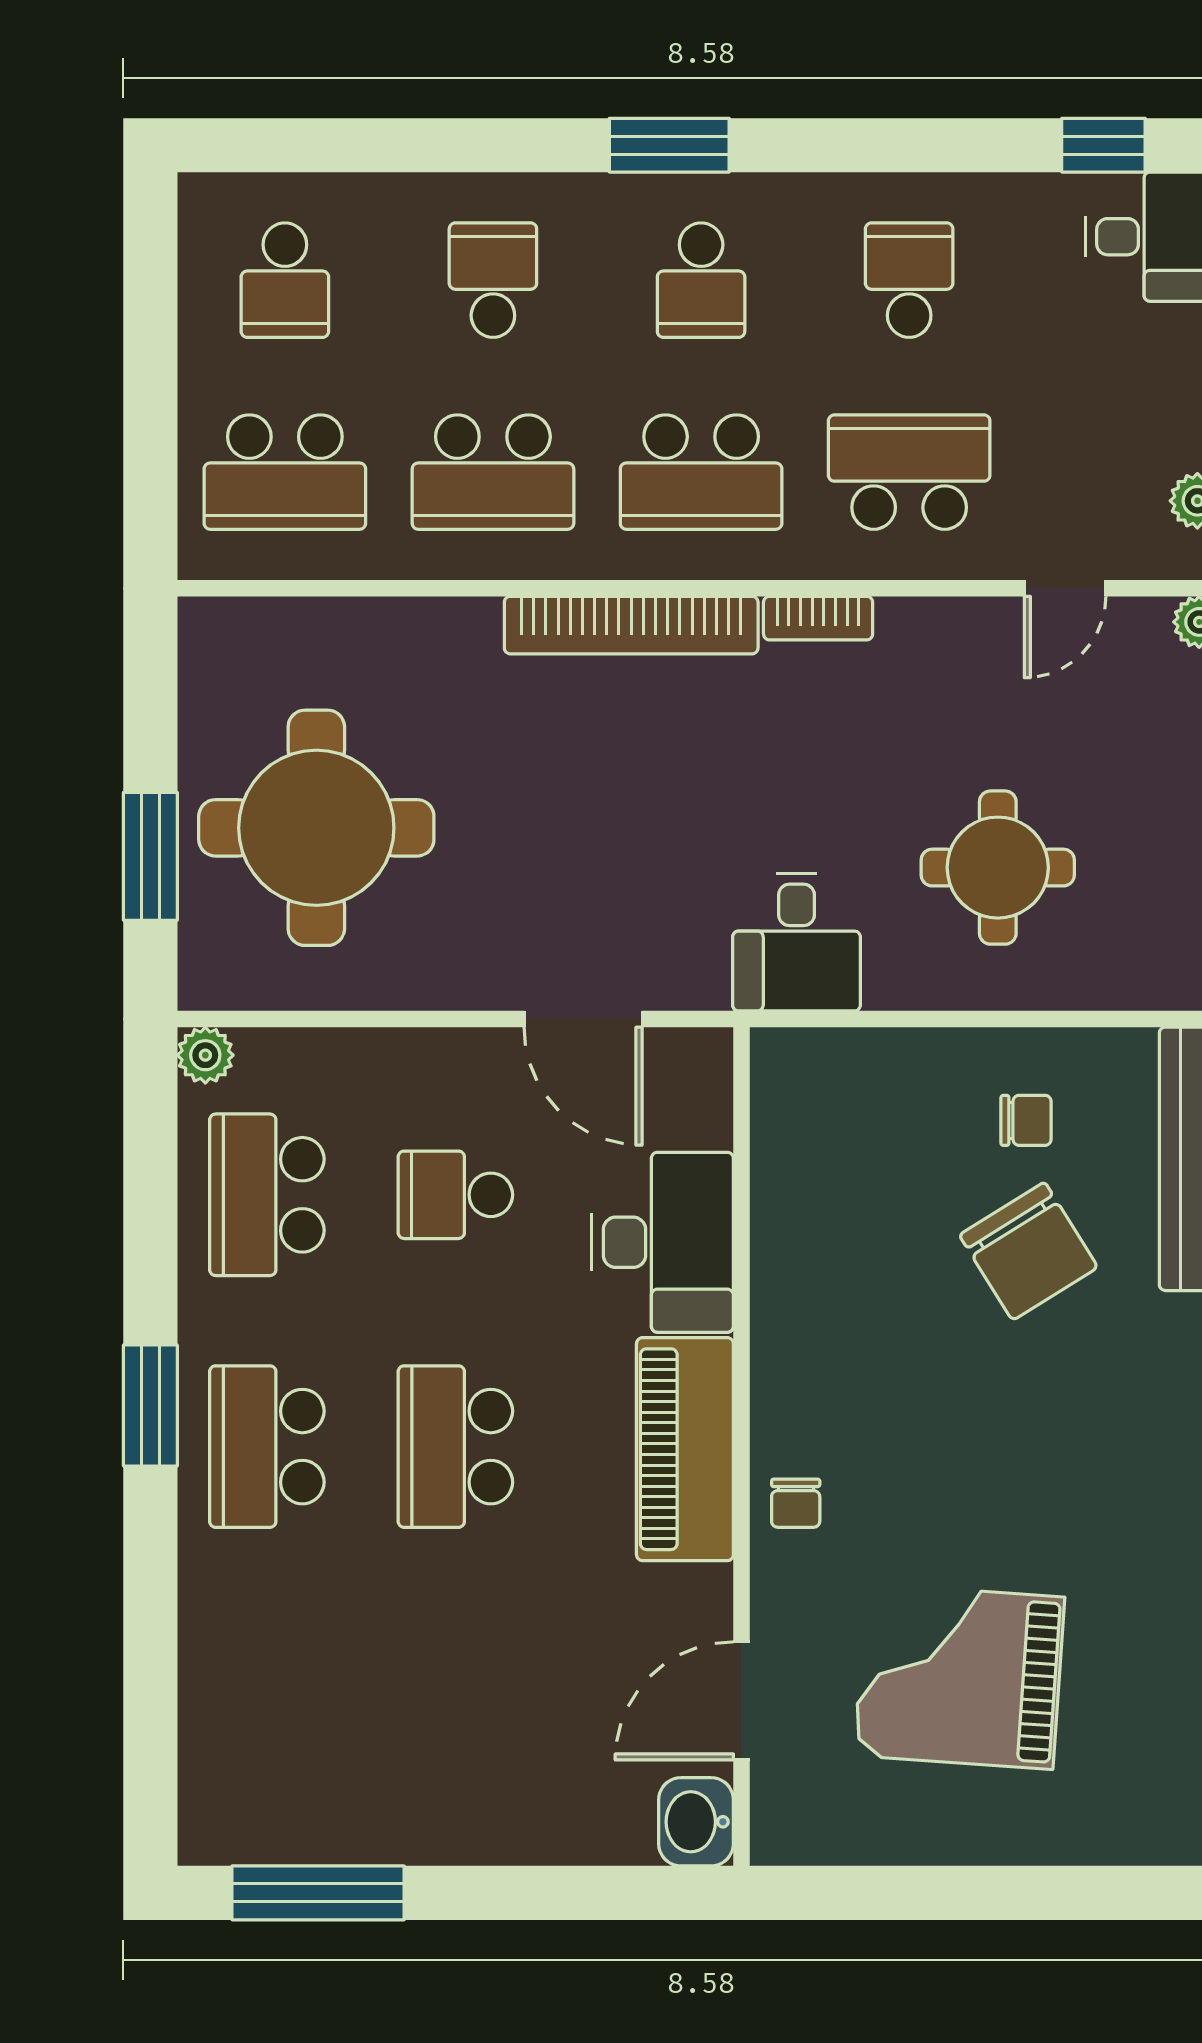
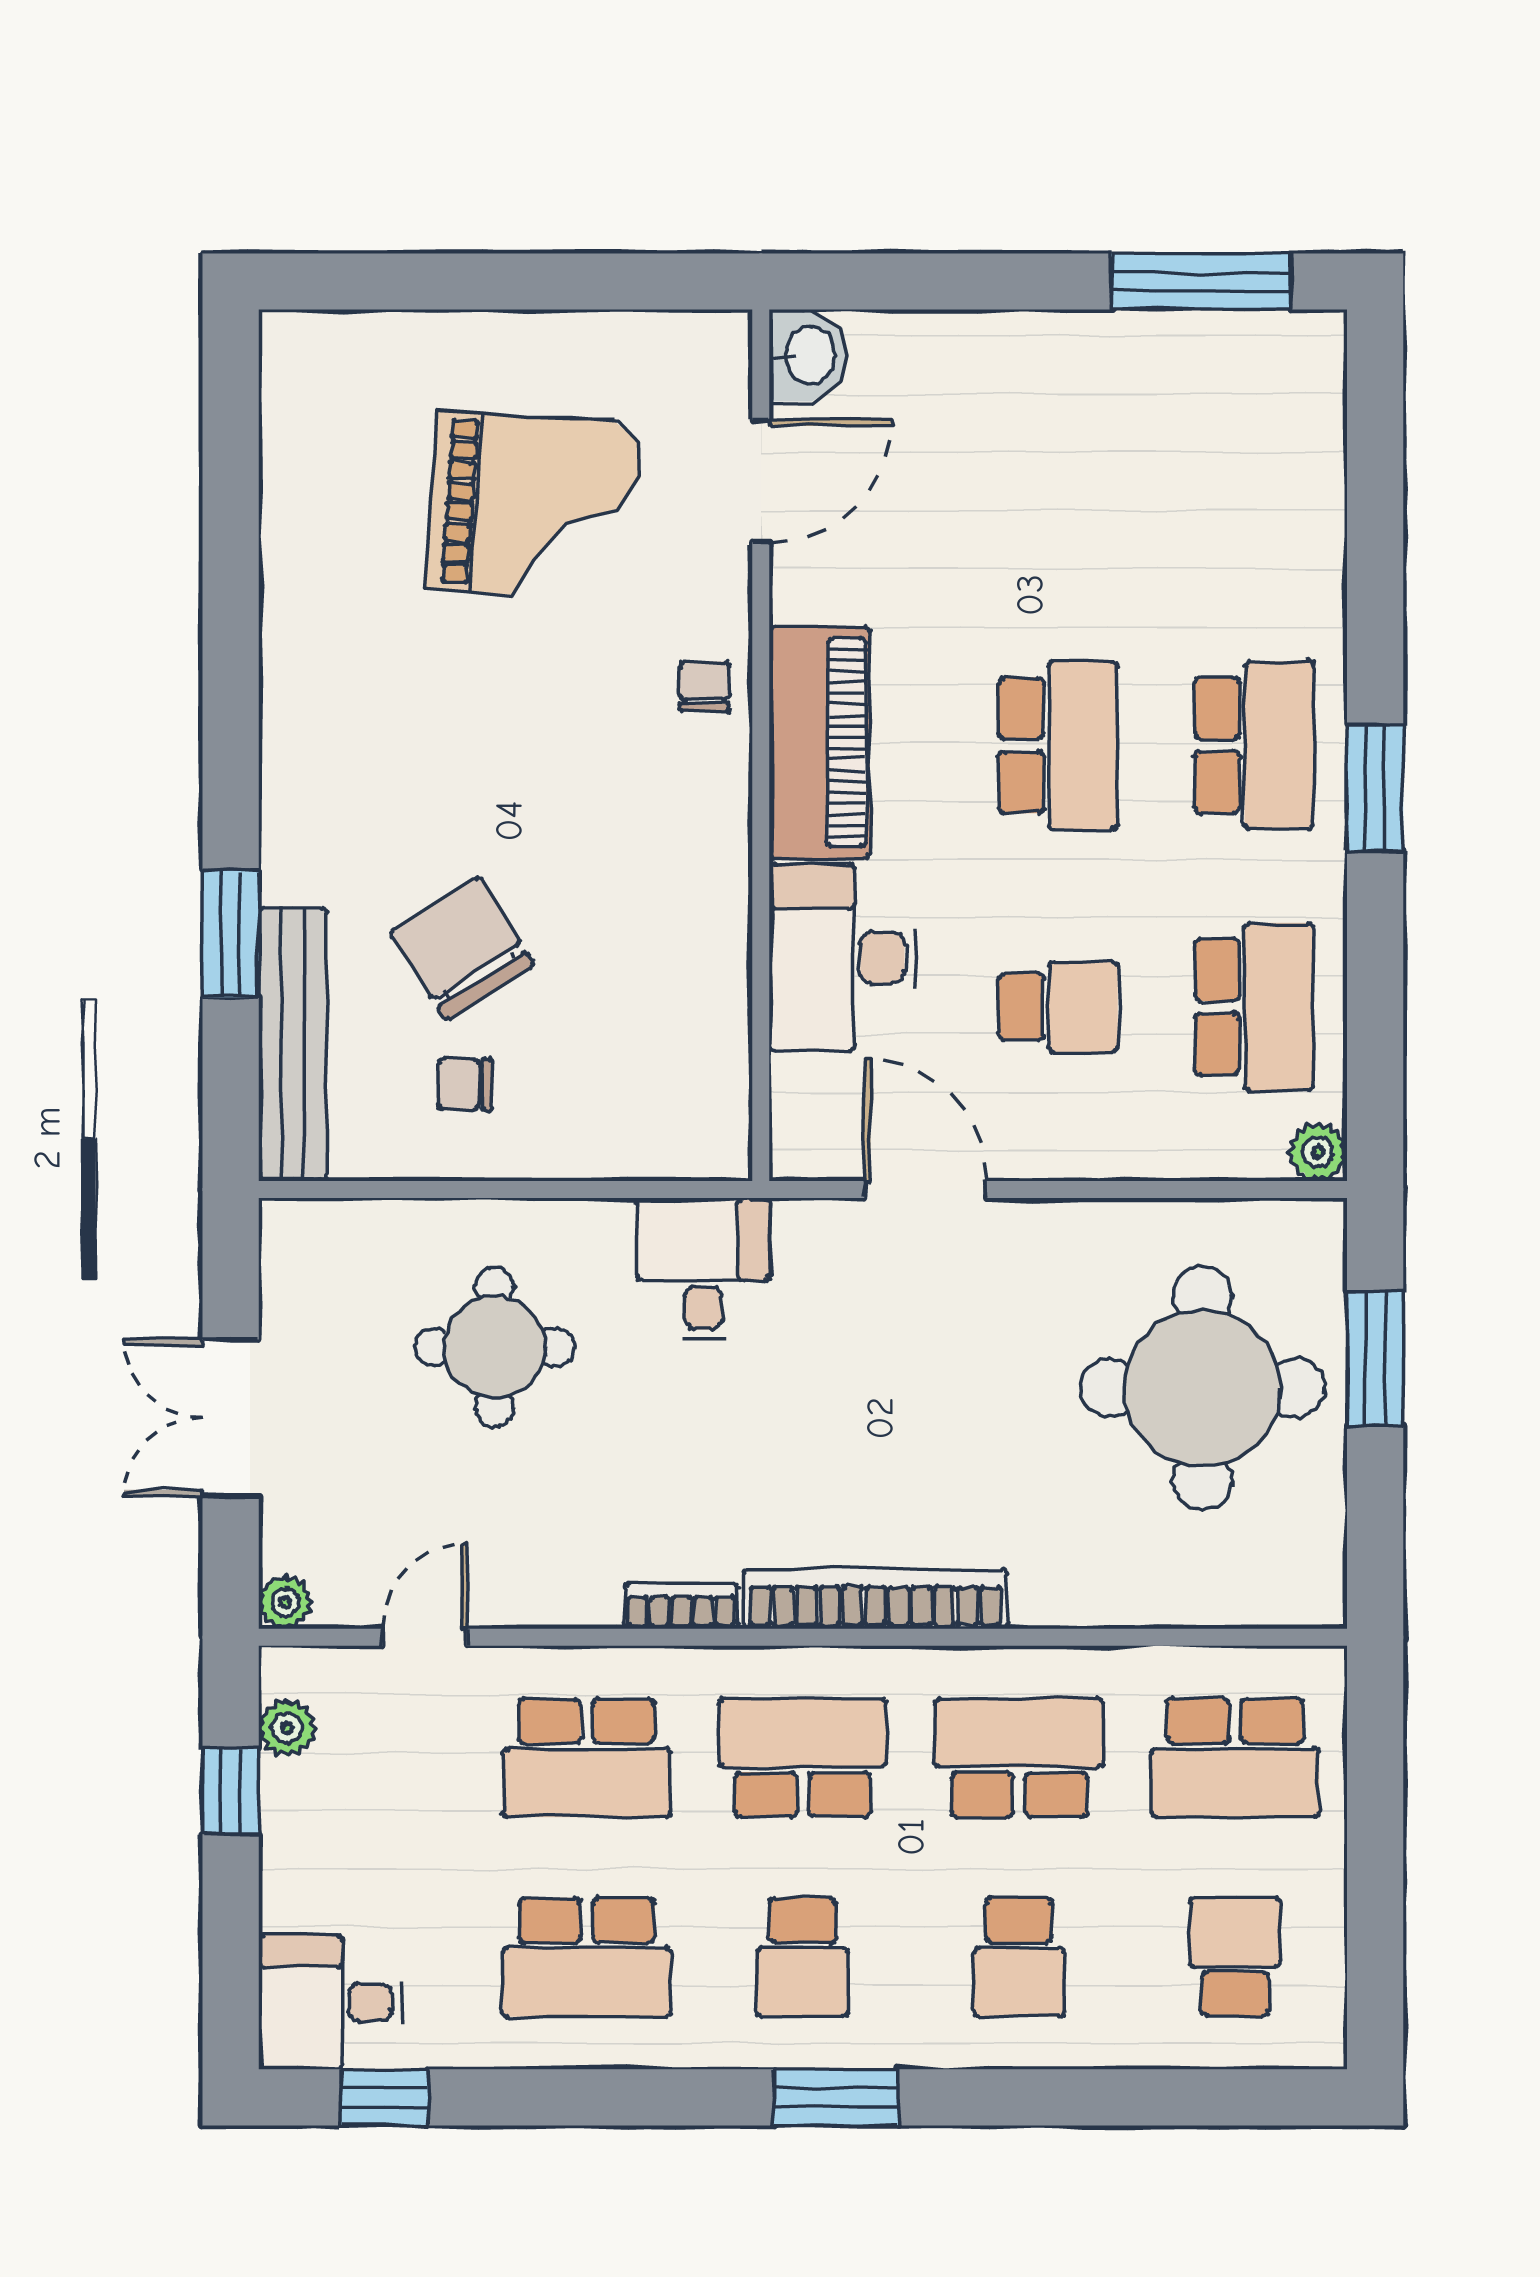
school desk: (701, 280) -> (803, 1957), turned 180
school desk: (909, 280) -> (587, 1957), width x1.85
school desk: (285, 472) -> (1235, 1758), turned 180

